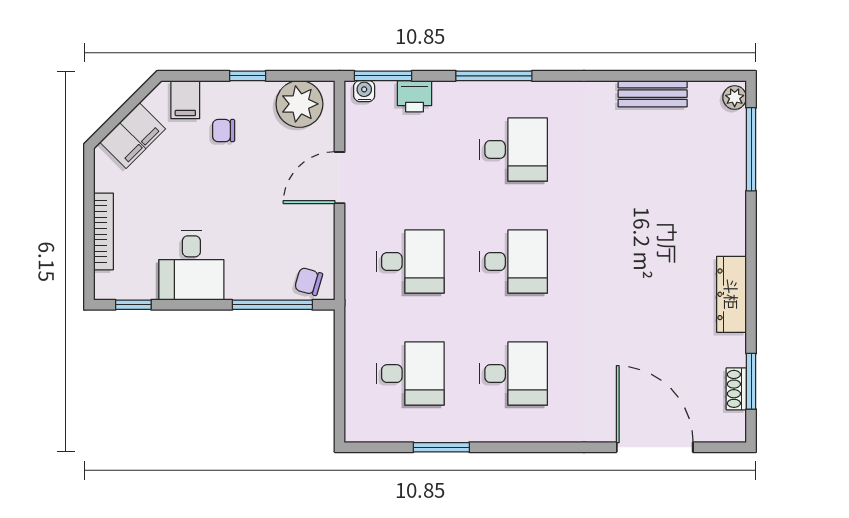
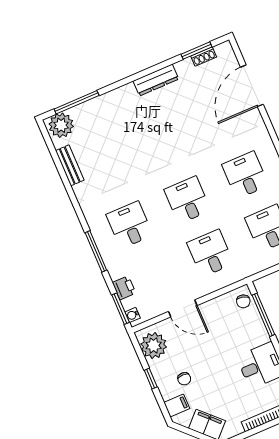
plant: (735, 98) -> (61, 125), width x1.88, depth x1.88

